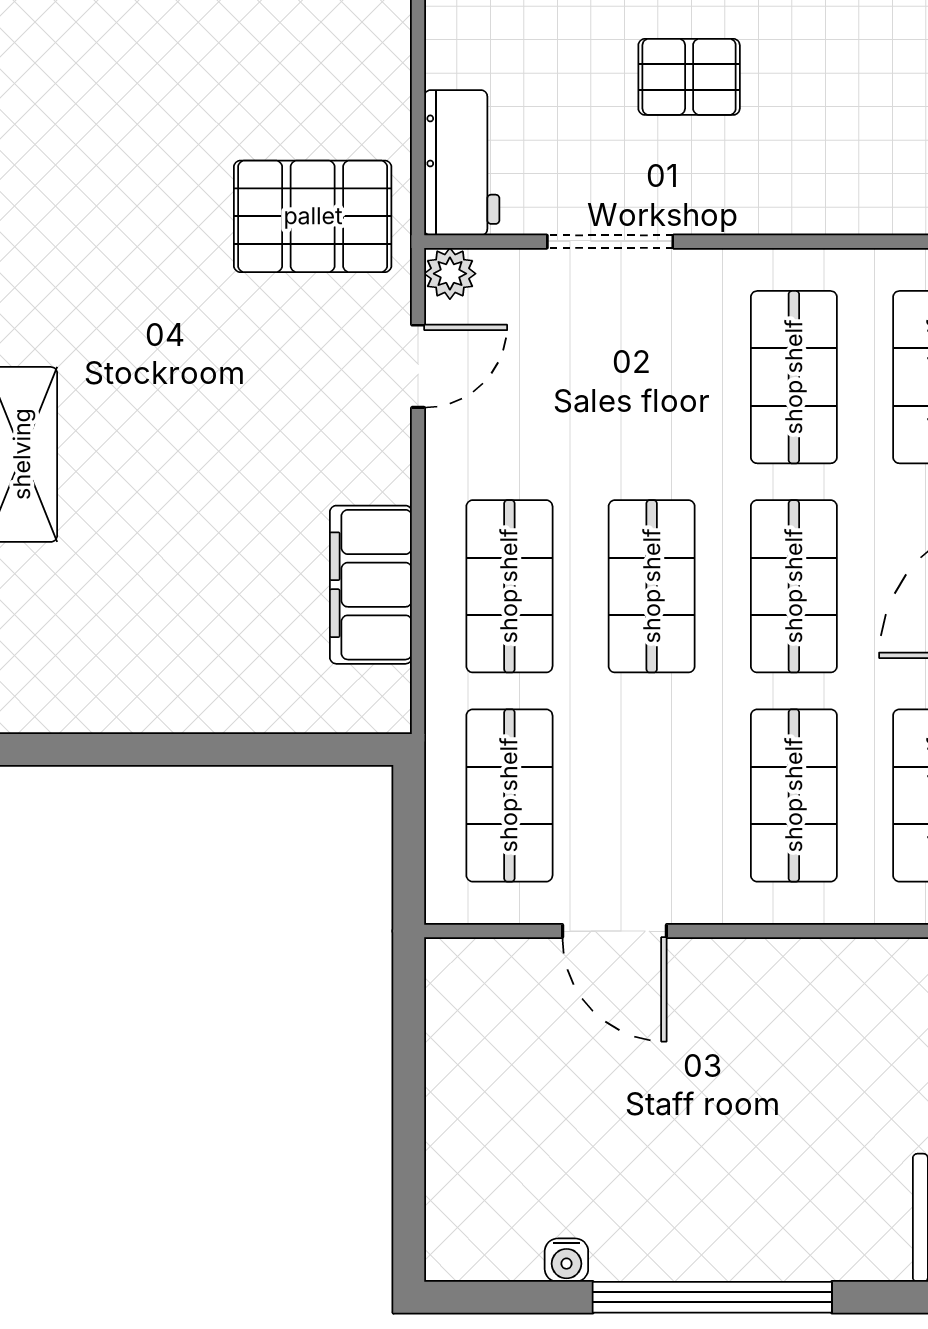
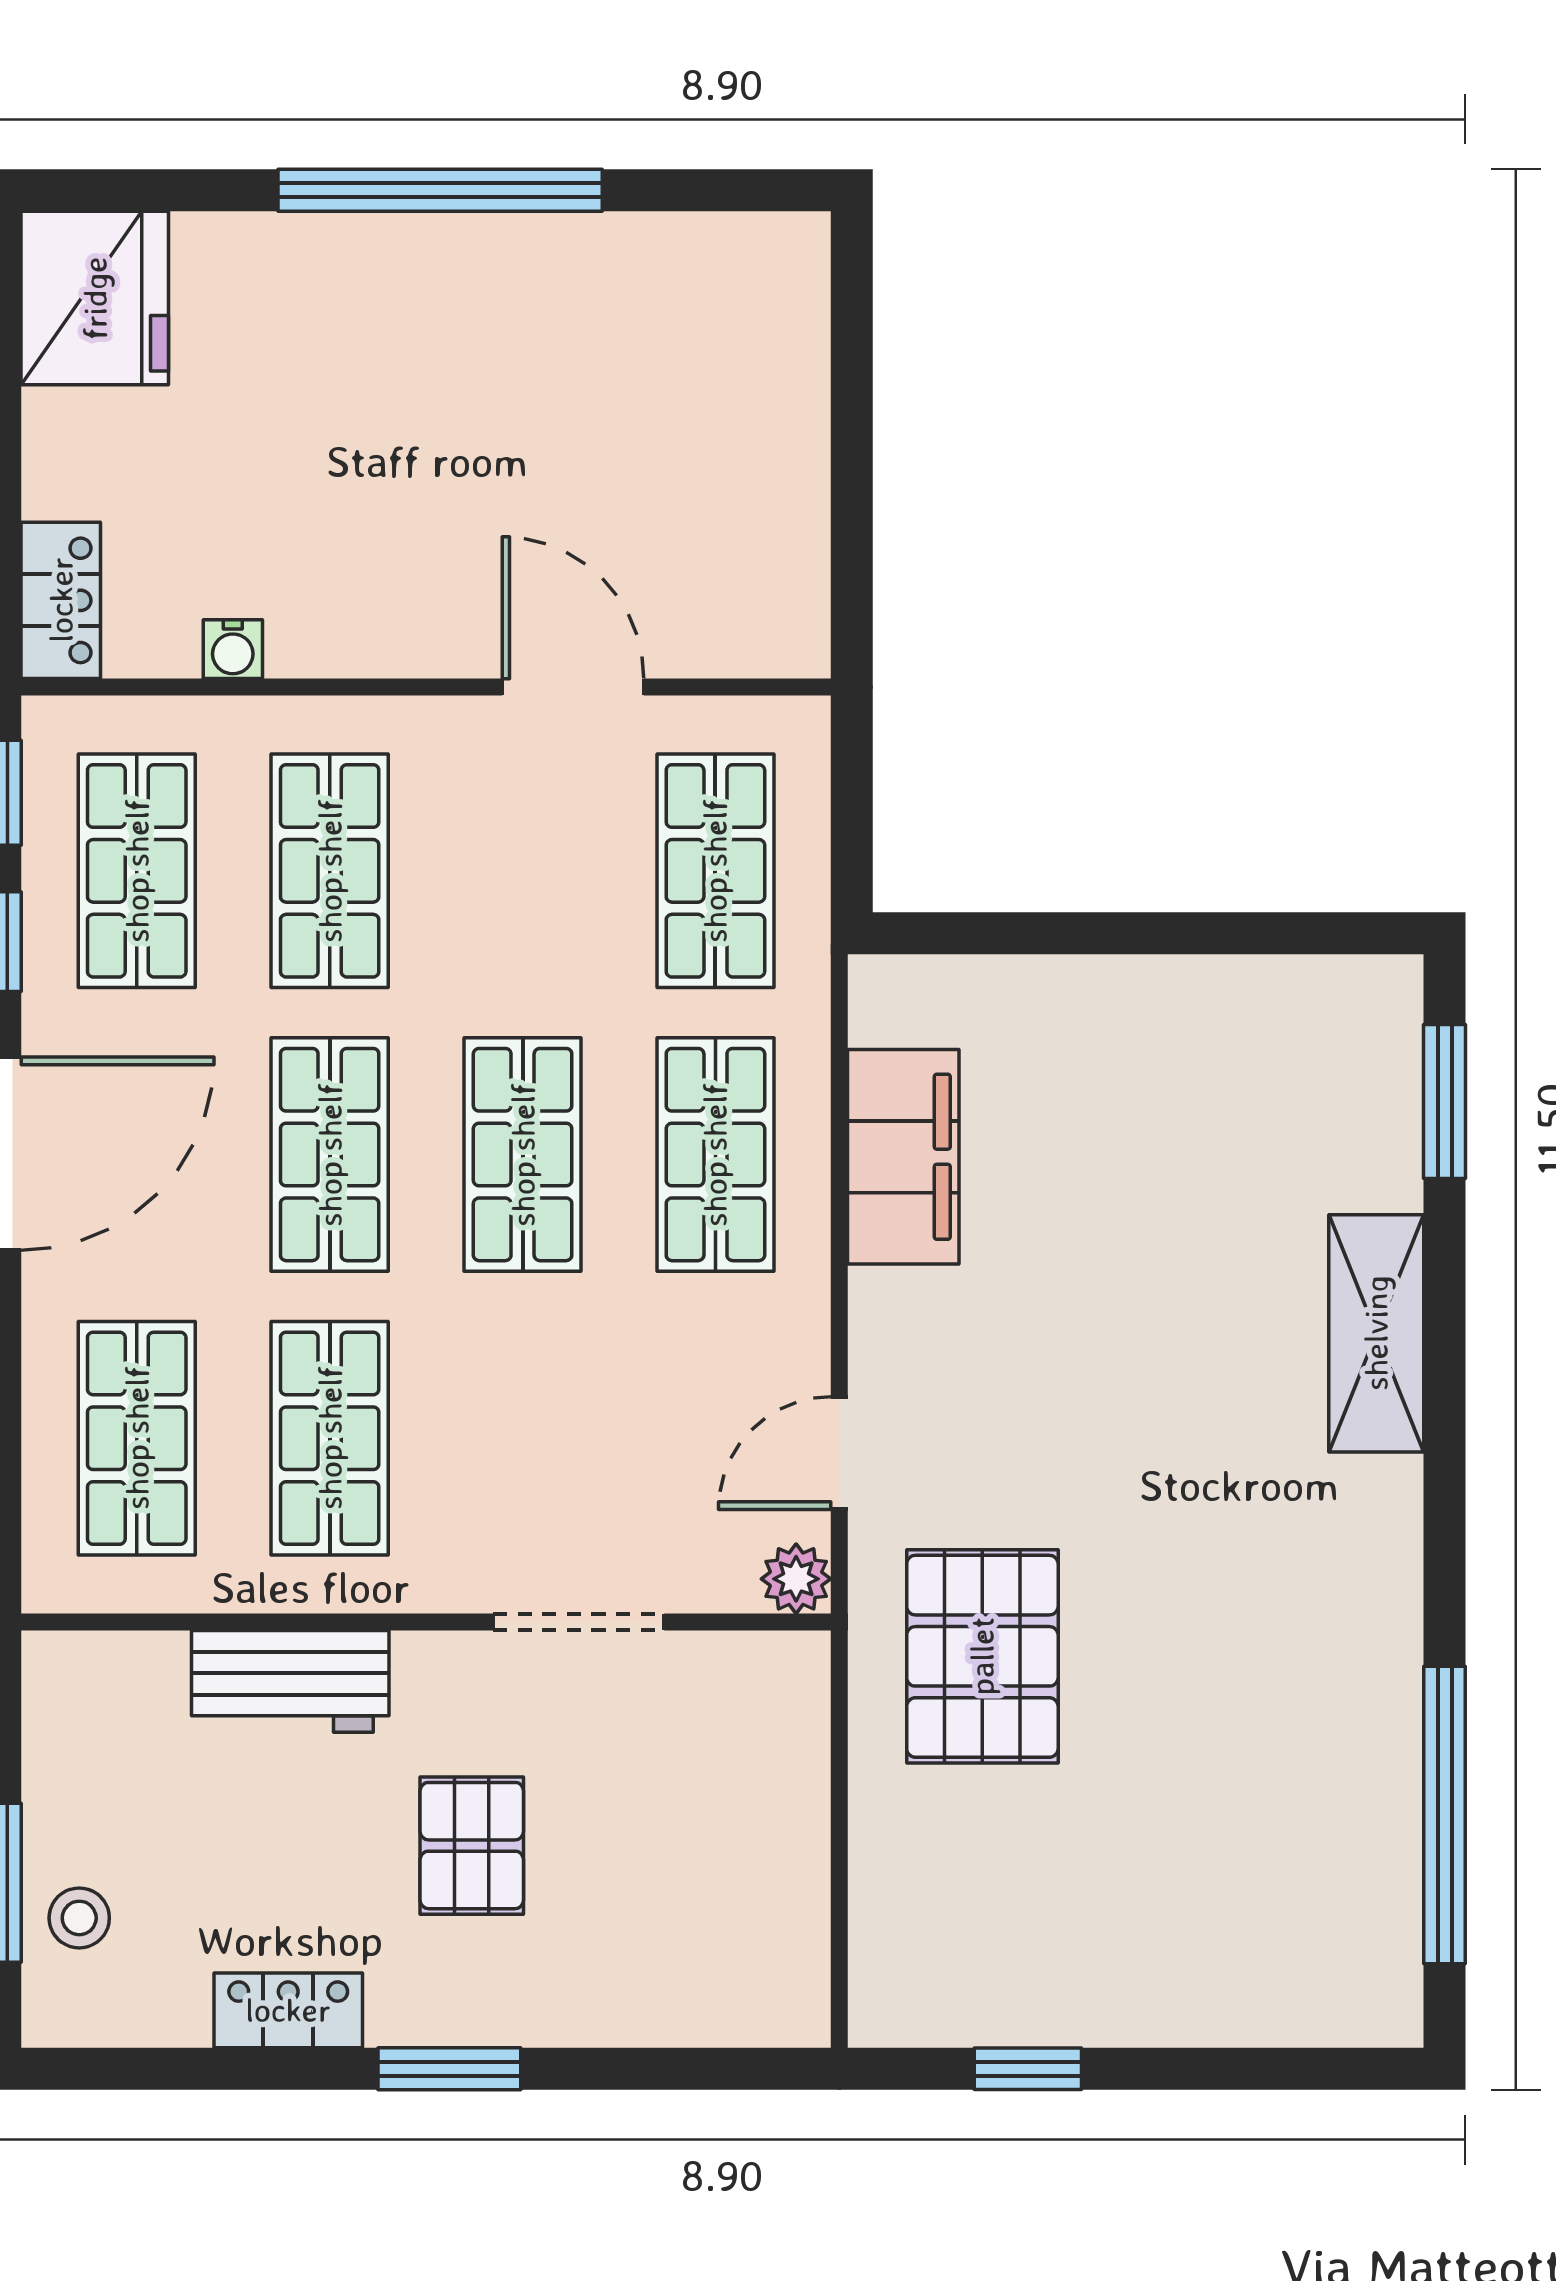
pallet: (689, 77) -> (472, 1846), turned 90
workbench: (462, 163) -> (290, 1681), moved, turned -90
pallet: (313, 216) -> (982, 1656), turned 90
water cooler: (566, 1260) -> (233, 649), moved, turned 180

